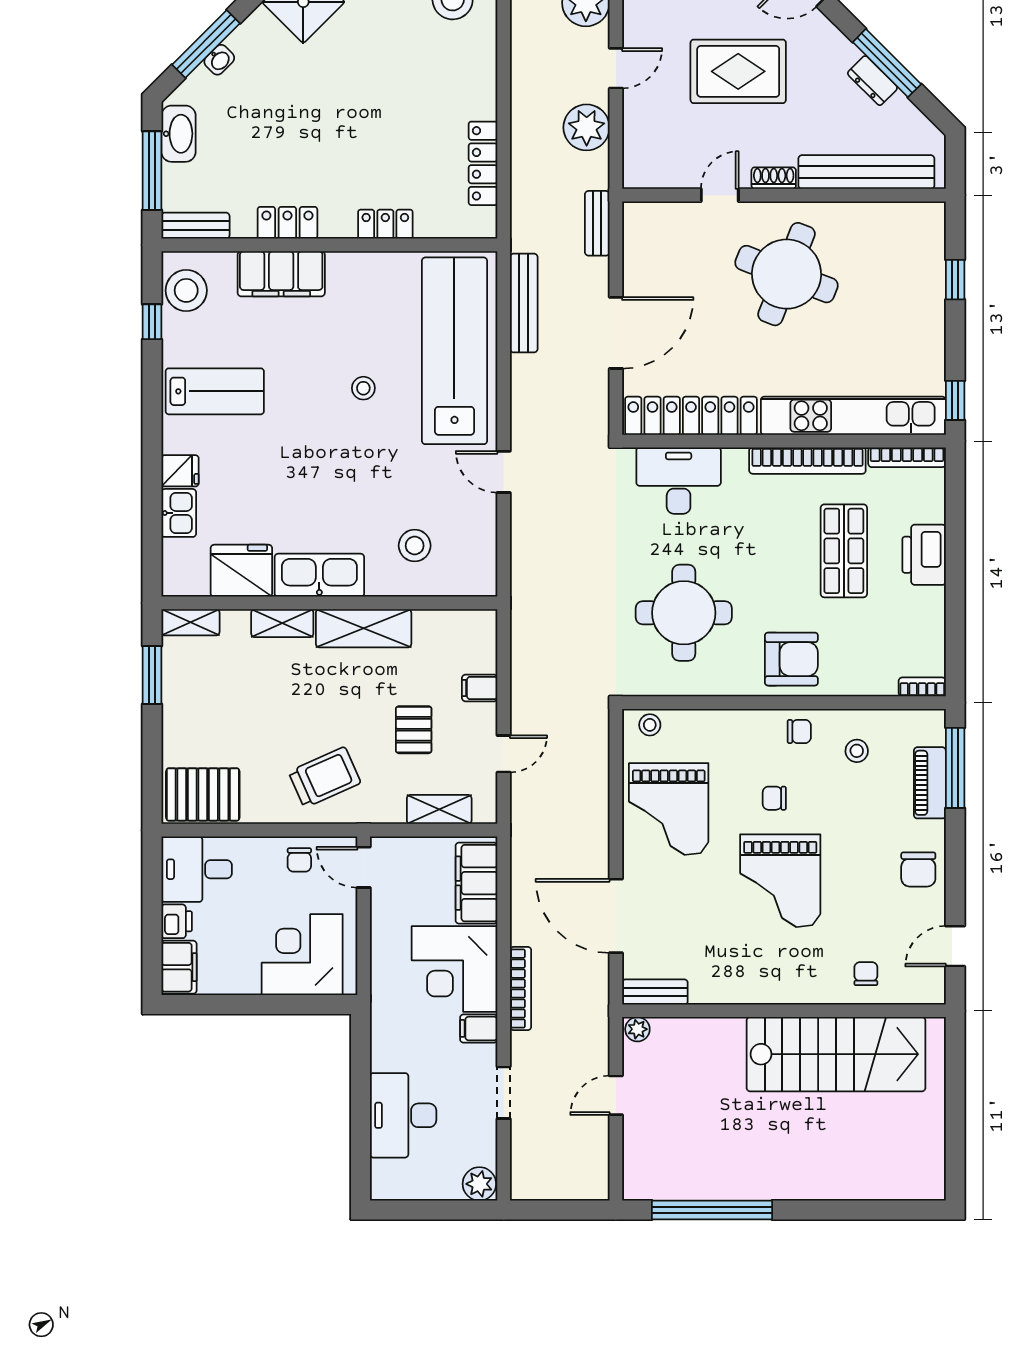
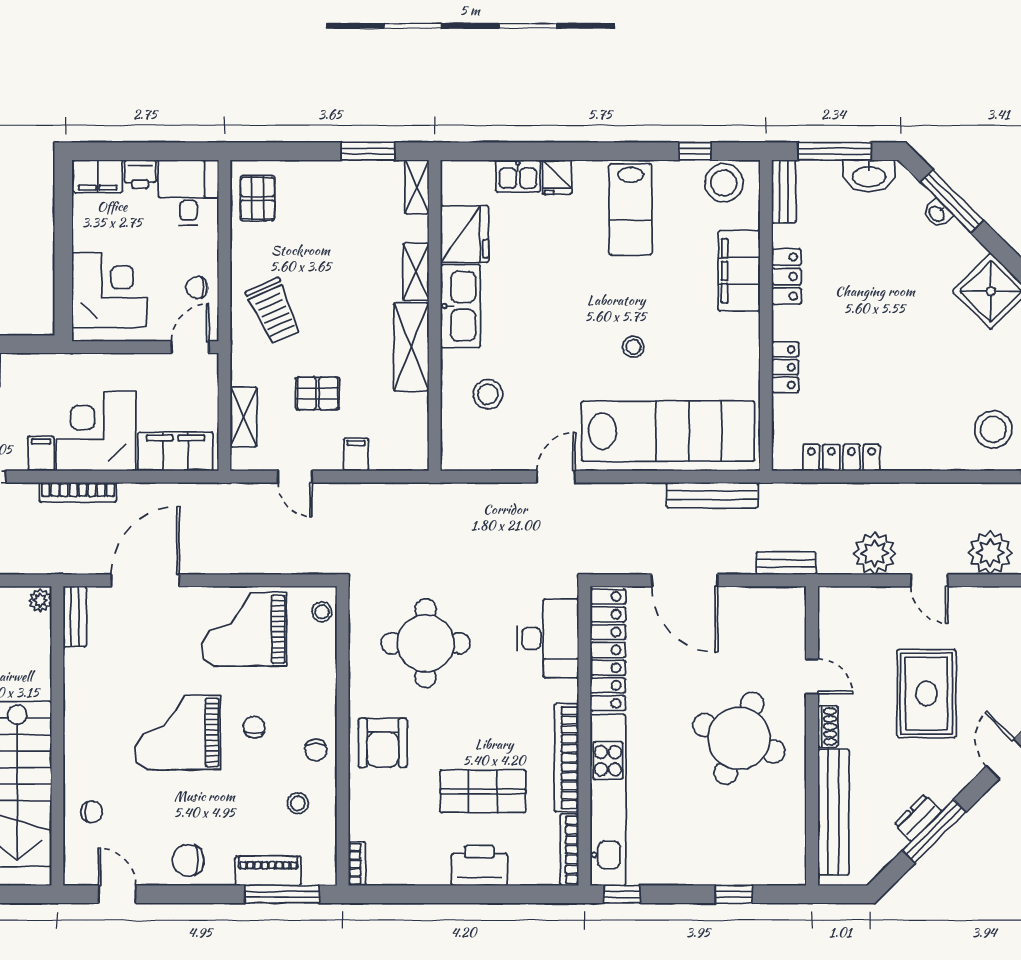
pallet: (203, 794) -> (258, 198), width x0.67, depth x0.71

